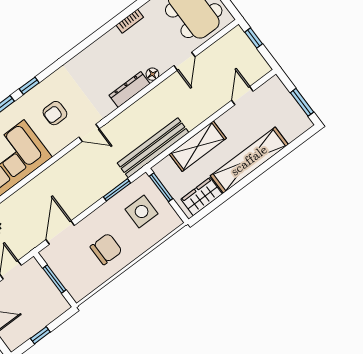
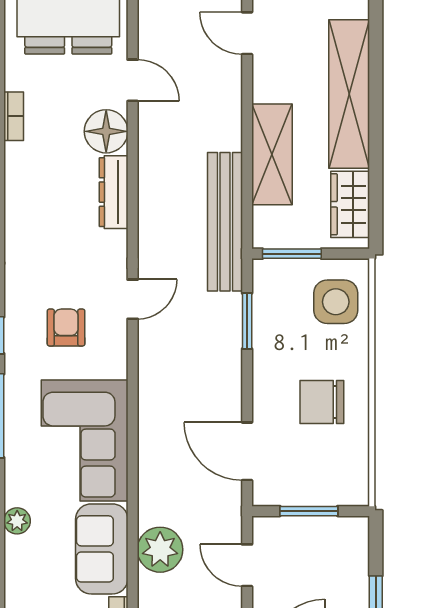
floor lamp: (152, 74) -> (106, 131), width x1.89, depth x1.89
armchair: (55, 113) -> (66, 327), turned 180
side table: (142, 212) -> (336, 302), moved
chair: (106, 249) -> (322, 402), turned -90

